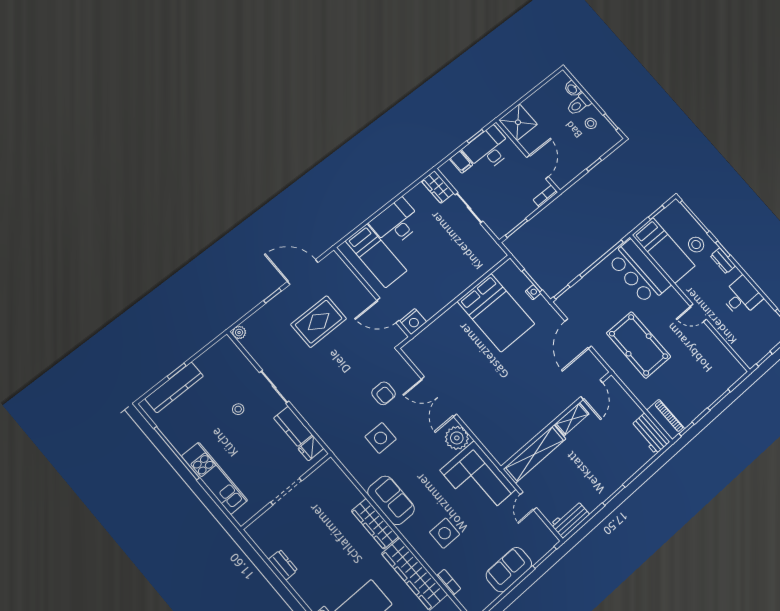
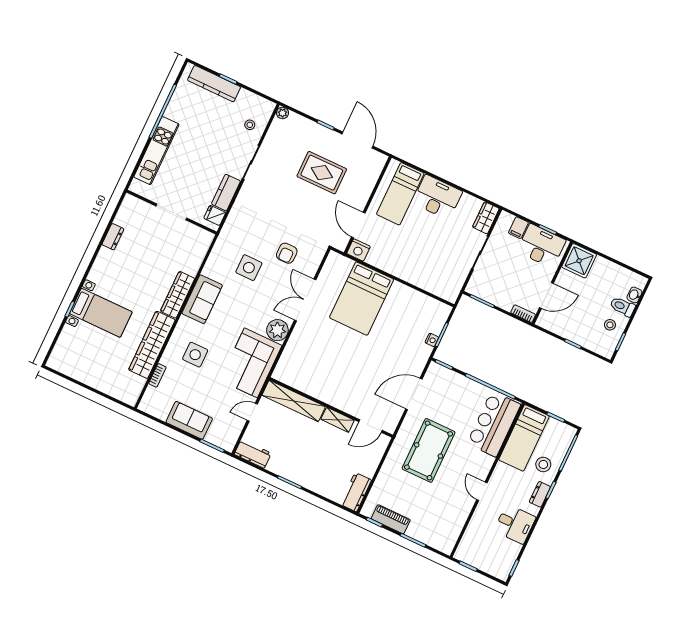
bed: (496, 313) -> (362, 299), moved
stool: (238, 409) -> (250, 125), moved
piano: (666, 419) -> (391, 519), moved, turned -90

